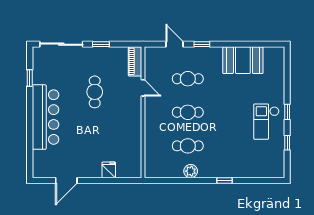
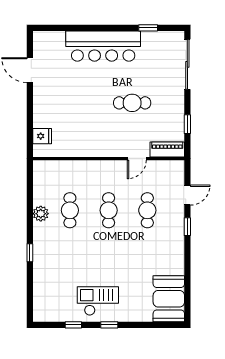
window: (101, 44) -> (187, 124), moved
booth: (243, 60) -> (169, 299), moved
fridge: (109, 170) -> (42, 136), moved

